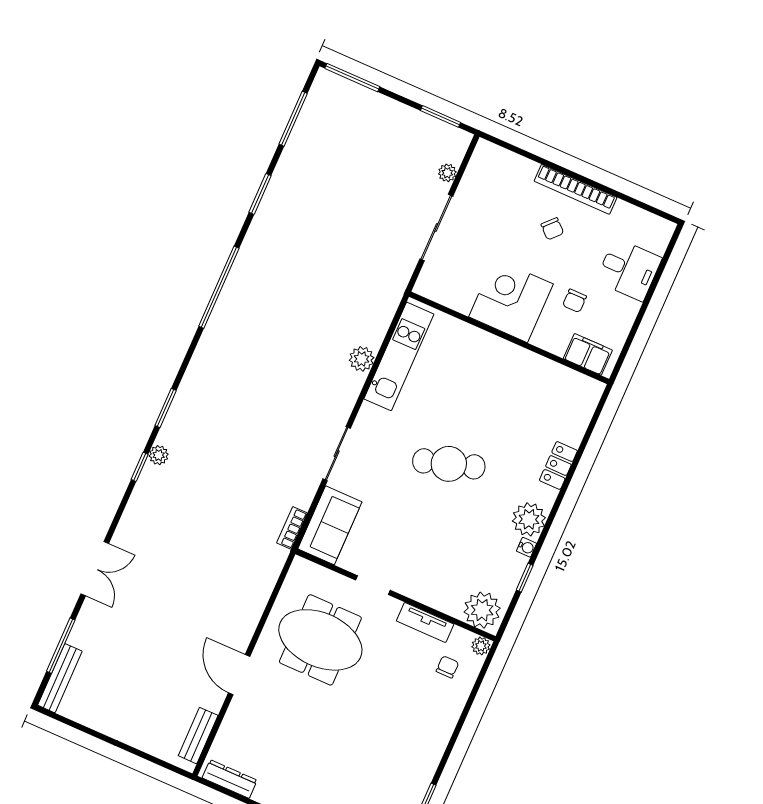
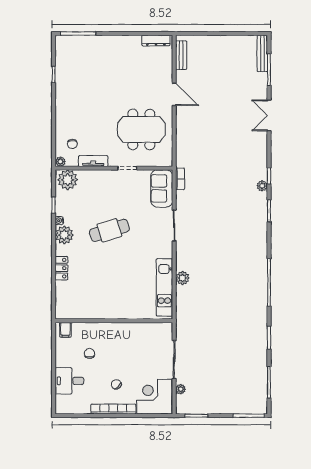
corner desk: (511, 300) -> (154, 397), moved, turned 180
filing cabinet: (588, 354) -> (65, 330), width x0.50
cafe table: (449, 464) -> (109, 230), moved

